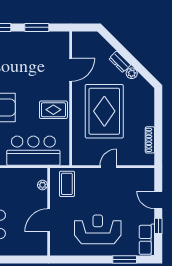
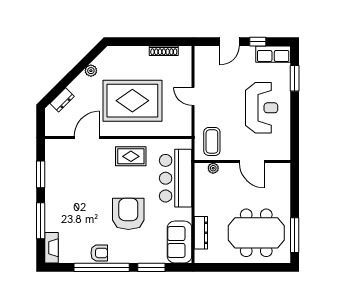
dresser: (120, 62) -> (62, 100), moved
door: (71, 70) -> (87, 137), hinge flipped
rug: (53, 110) -> (131, 156), turned 90
coffee table: (67, 184) -> (212, 141), turned 90
reception desk: (98, 229) -> (262, 108), turned 180

